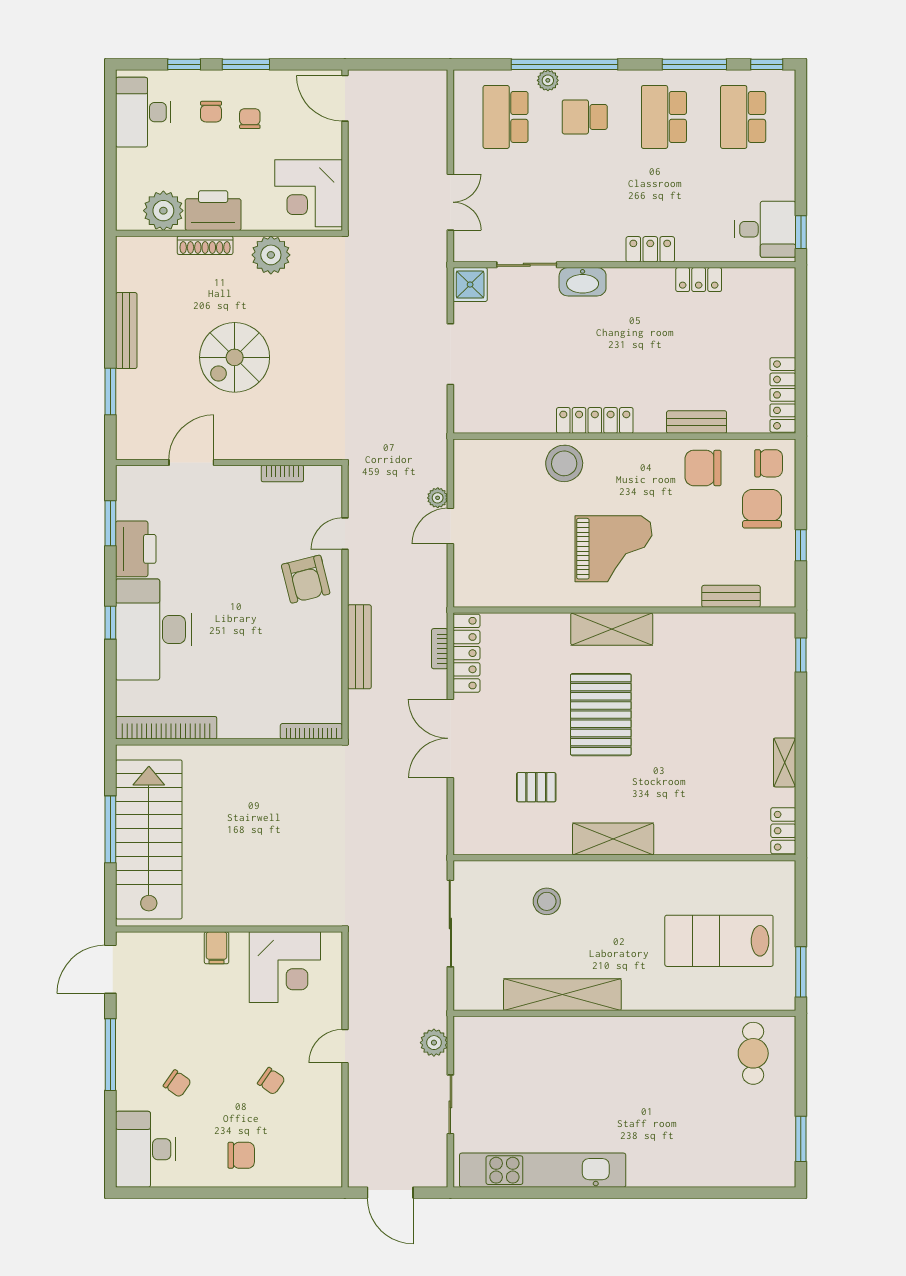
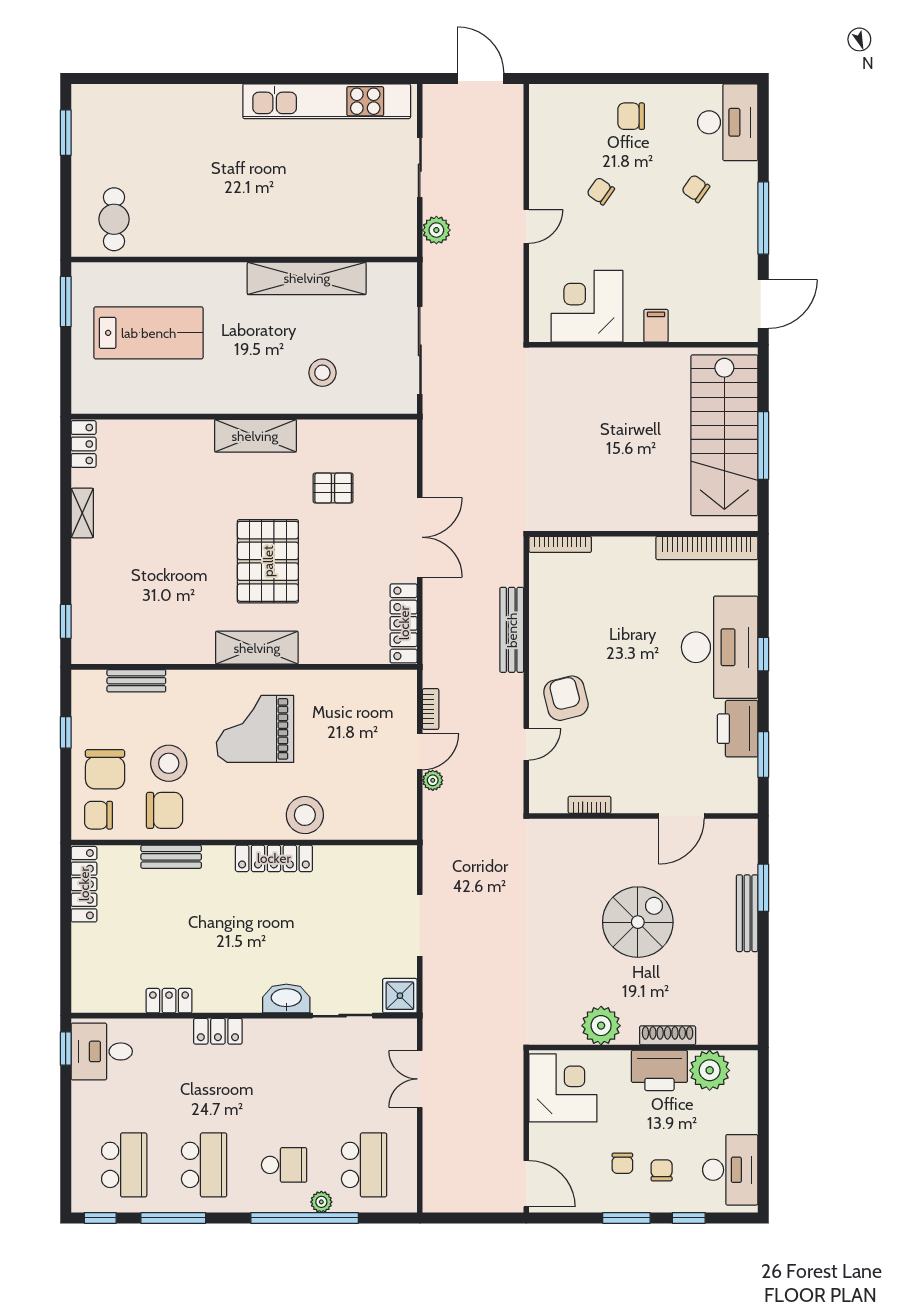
bench: (126, 331) -> (747, 913), moved
stool: (699, 515) -> (169, 763), added
bookcase: (440, 649) -> (431, 709), moved

